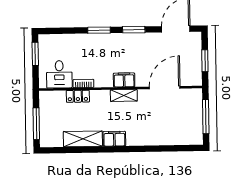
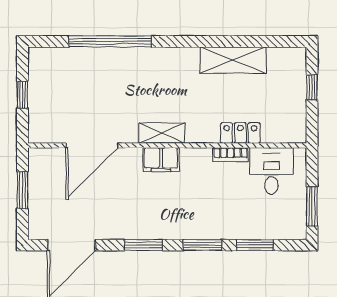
window: (68, 31) -> (255, 245), added
window: (206, 117) -> (22, 95), width x0.46
window: (36, 124) -> (312, 87), width x0.46
filing cabinet: (114, 139) -> (179, 59), removed
window: (155, 149) -> (110, 41), added

